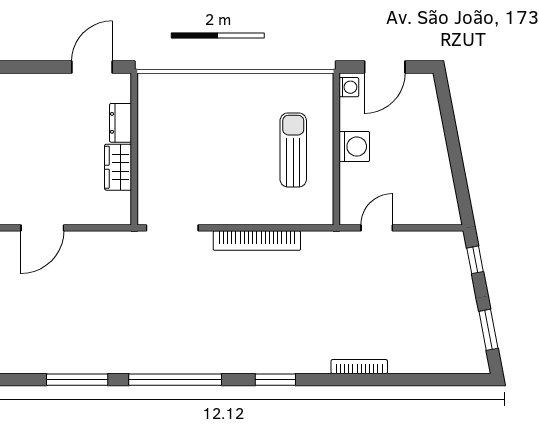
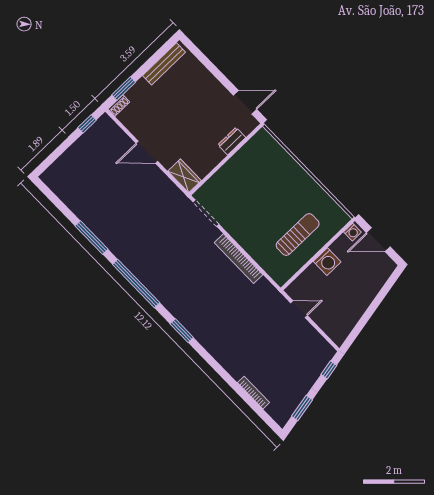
wardrobe: (118, 167) -> (185, 176), moved, turned 90
bookcase: (359, 367) -> (254, 393), moved

